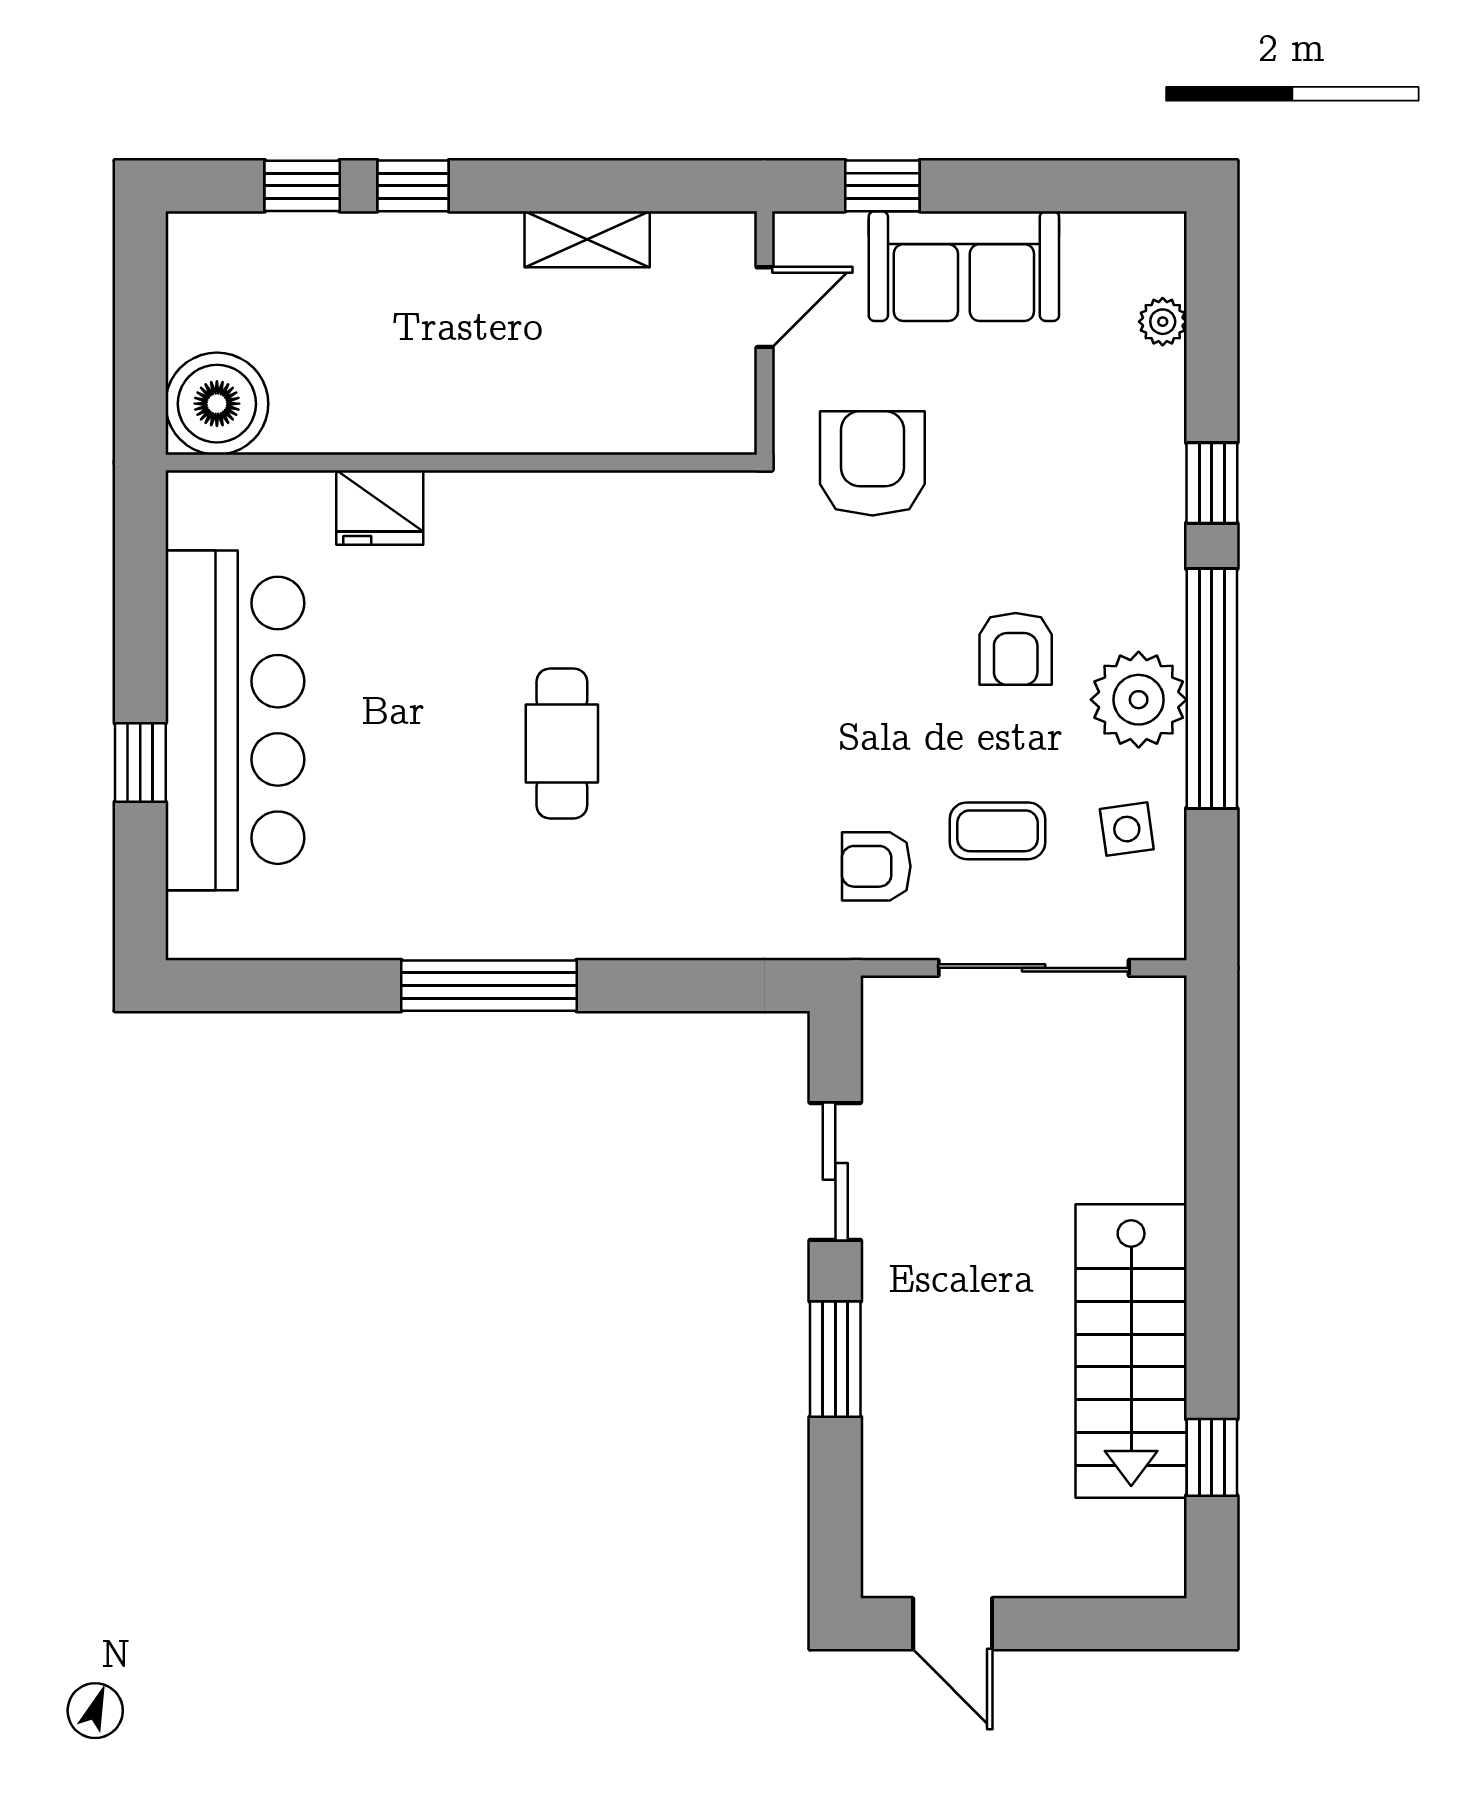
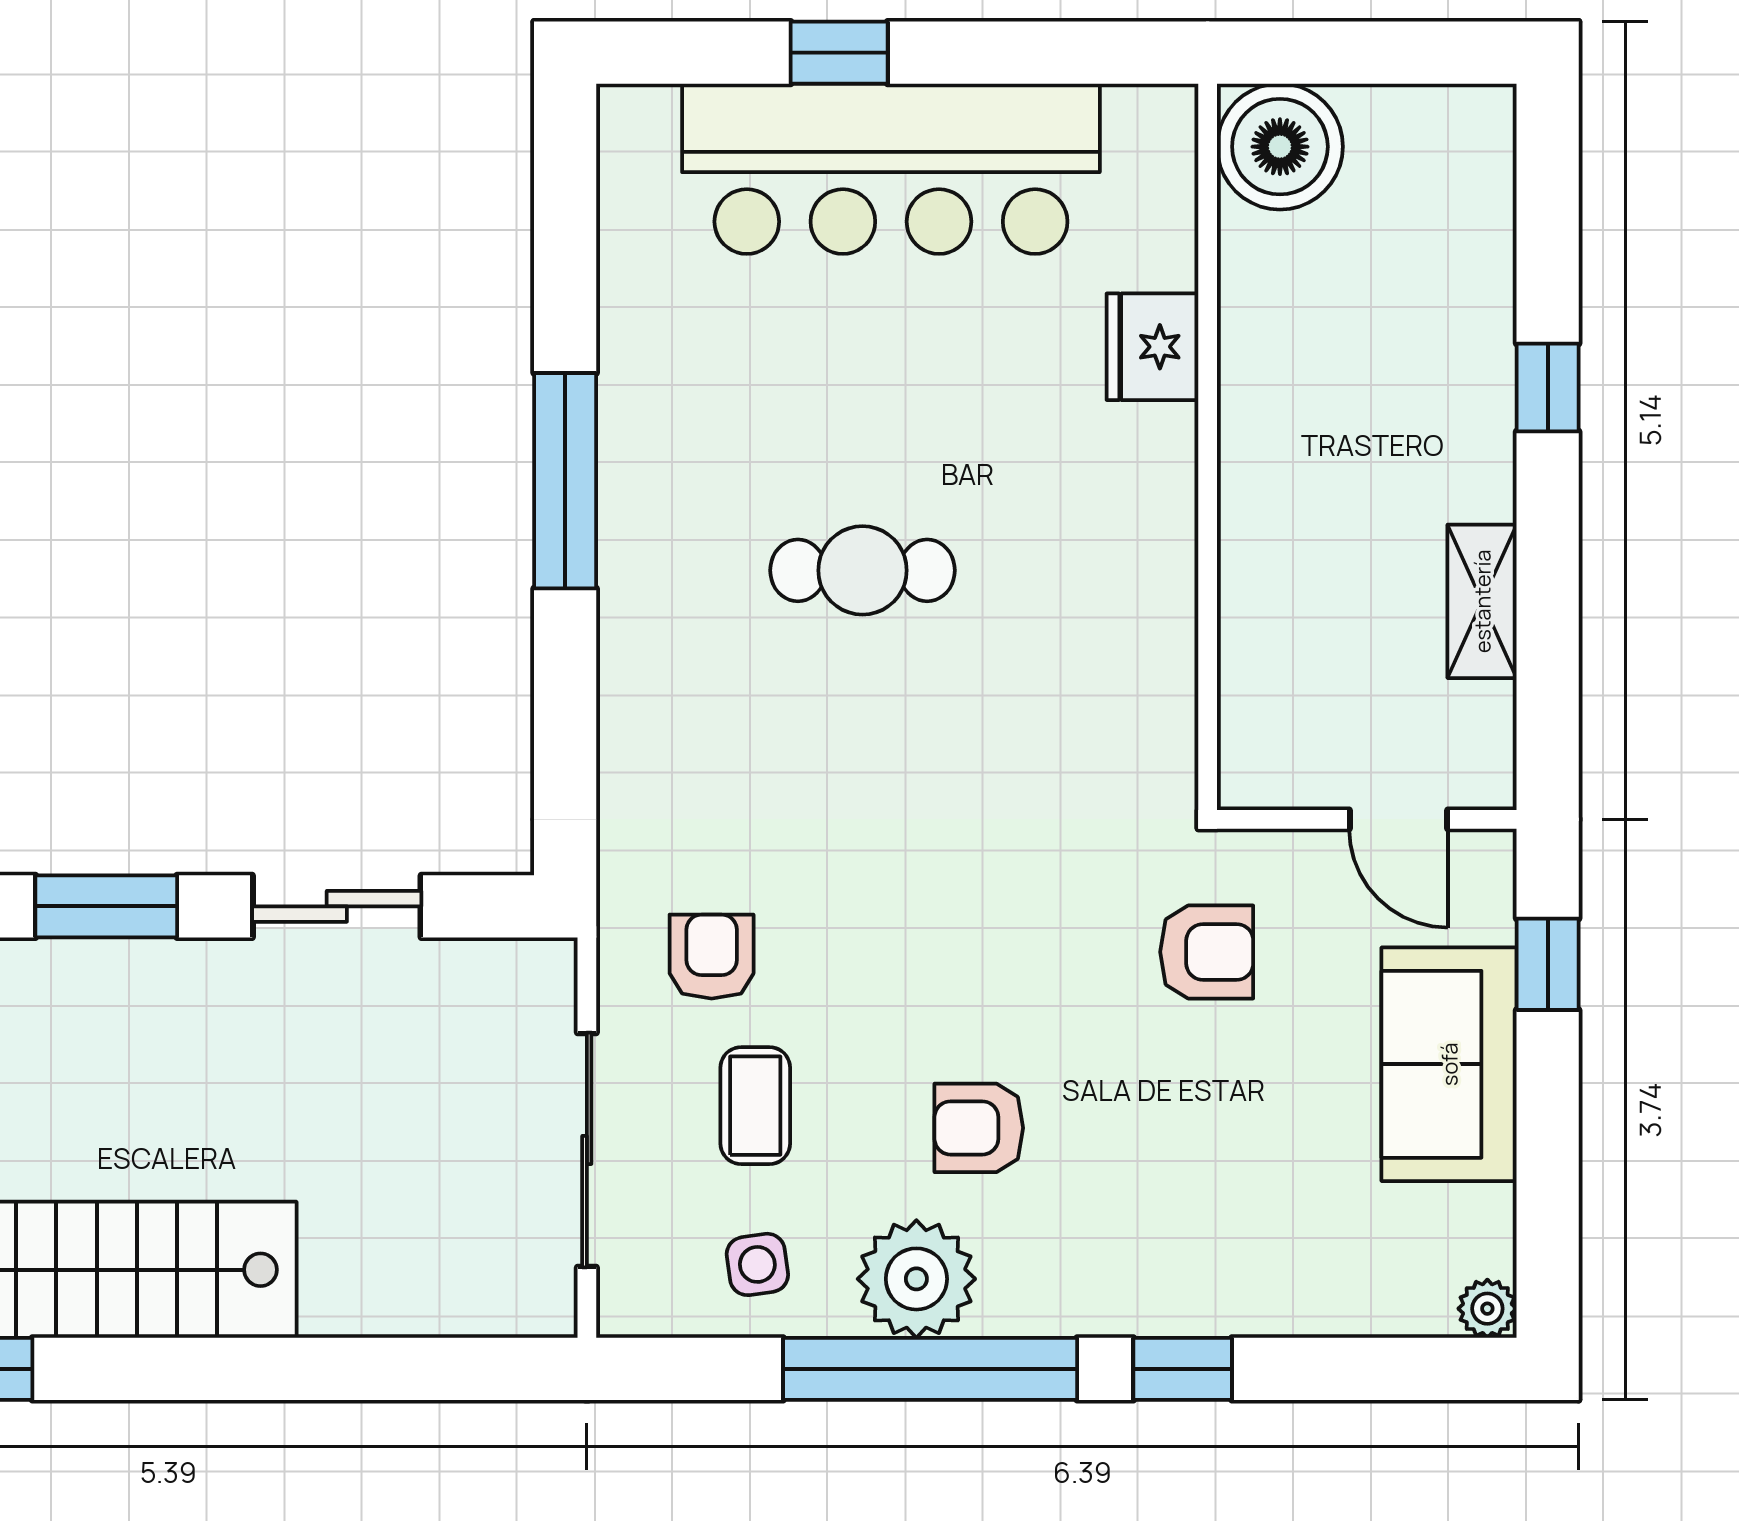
window: (302, 186) -> (1548, 251), removed
plant: (1163, 322) -> (1487, 1309), moved
armchair: (872, 463) -> (1207, 952), width x0.72, depth x0.72

